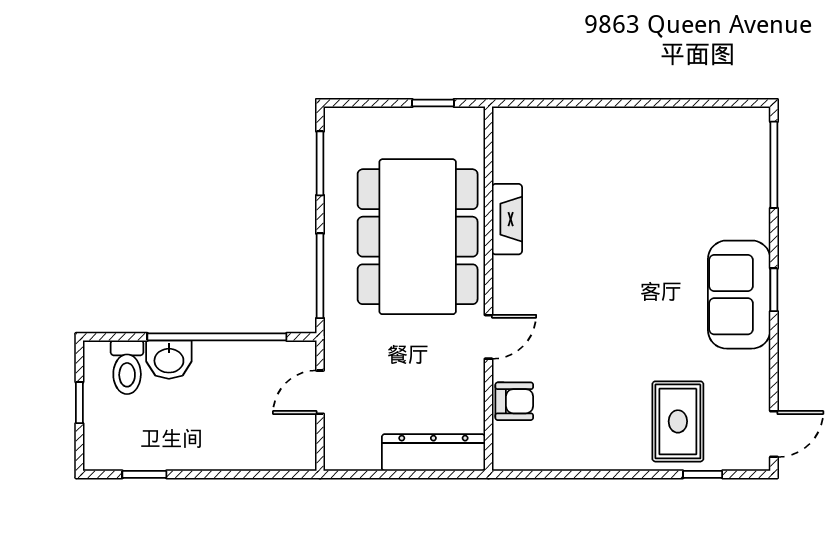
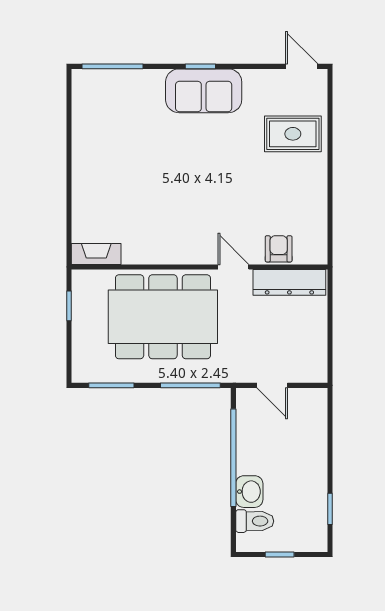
fireplace: (507, 219) -> (96, 254), moved
dresser: (433, 452) -> (289, 282), moved, turned -90
window: (703, 474) -> (330, 116), removed

